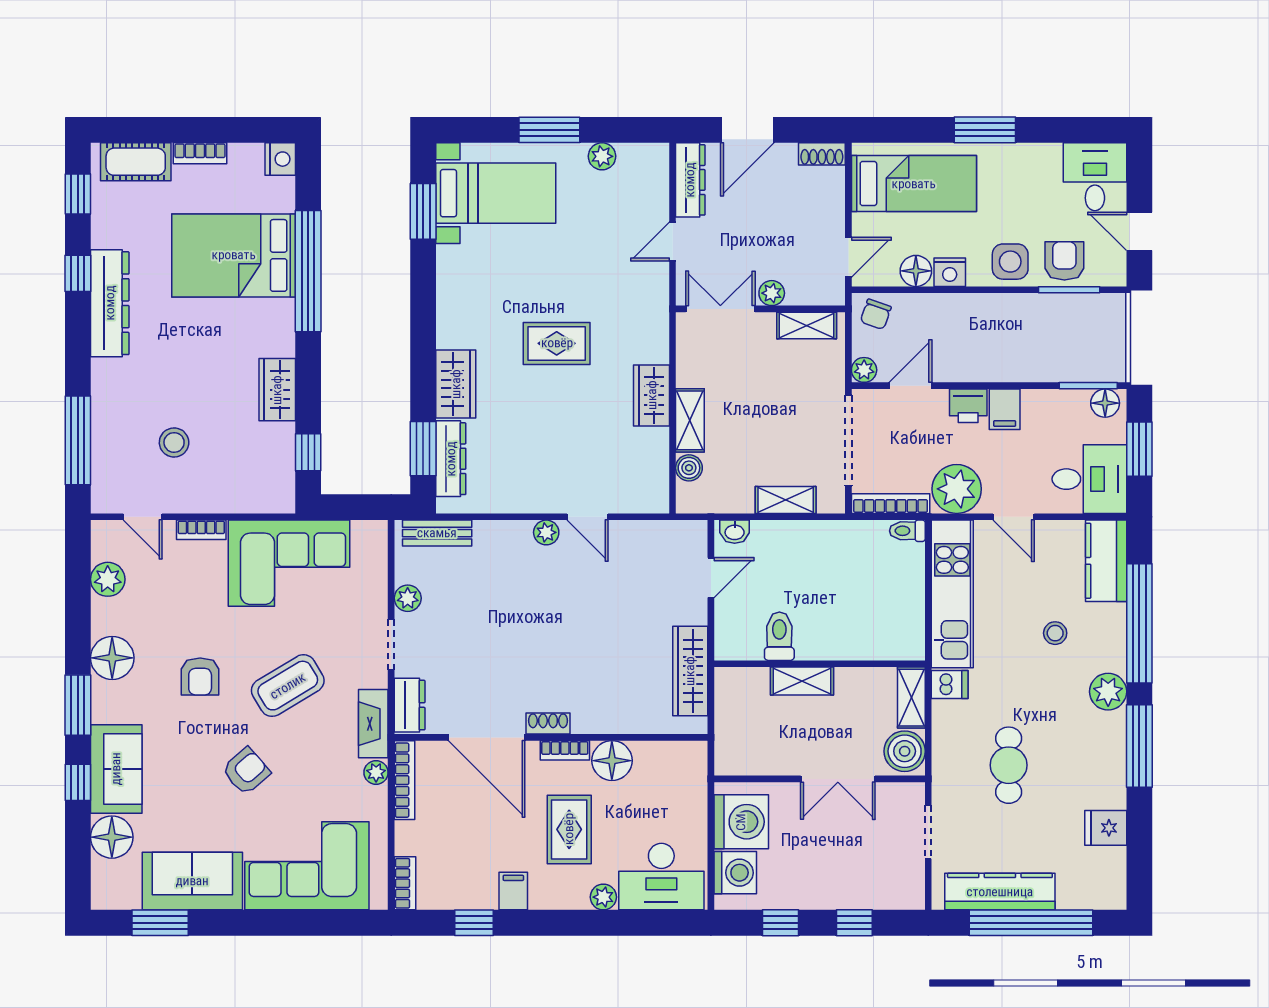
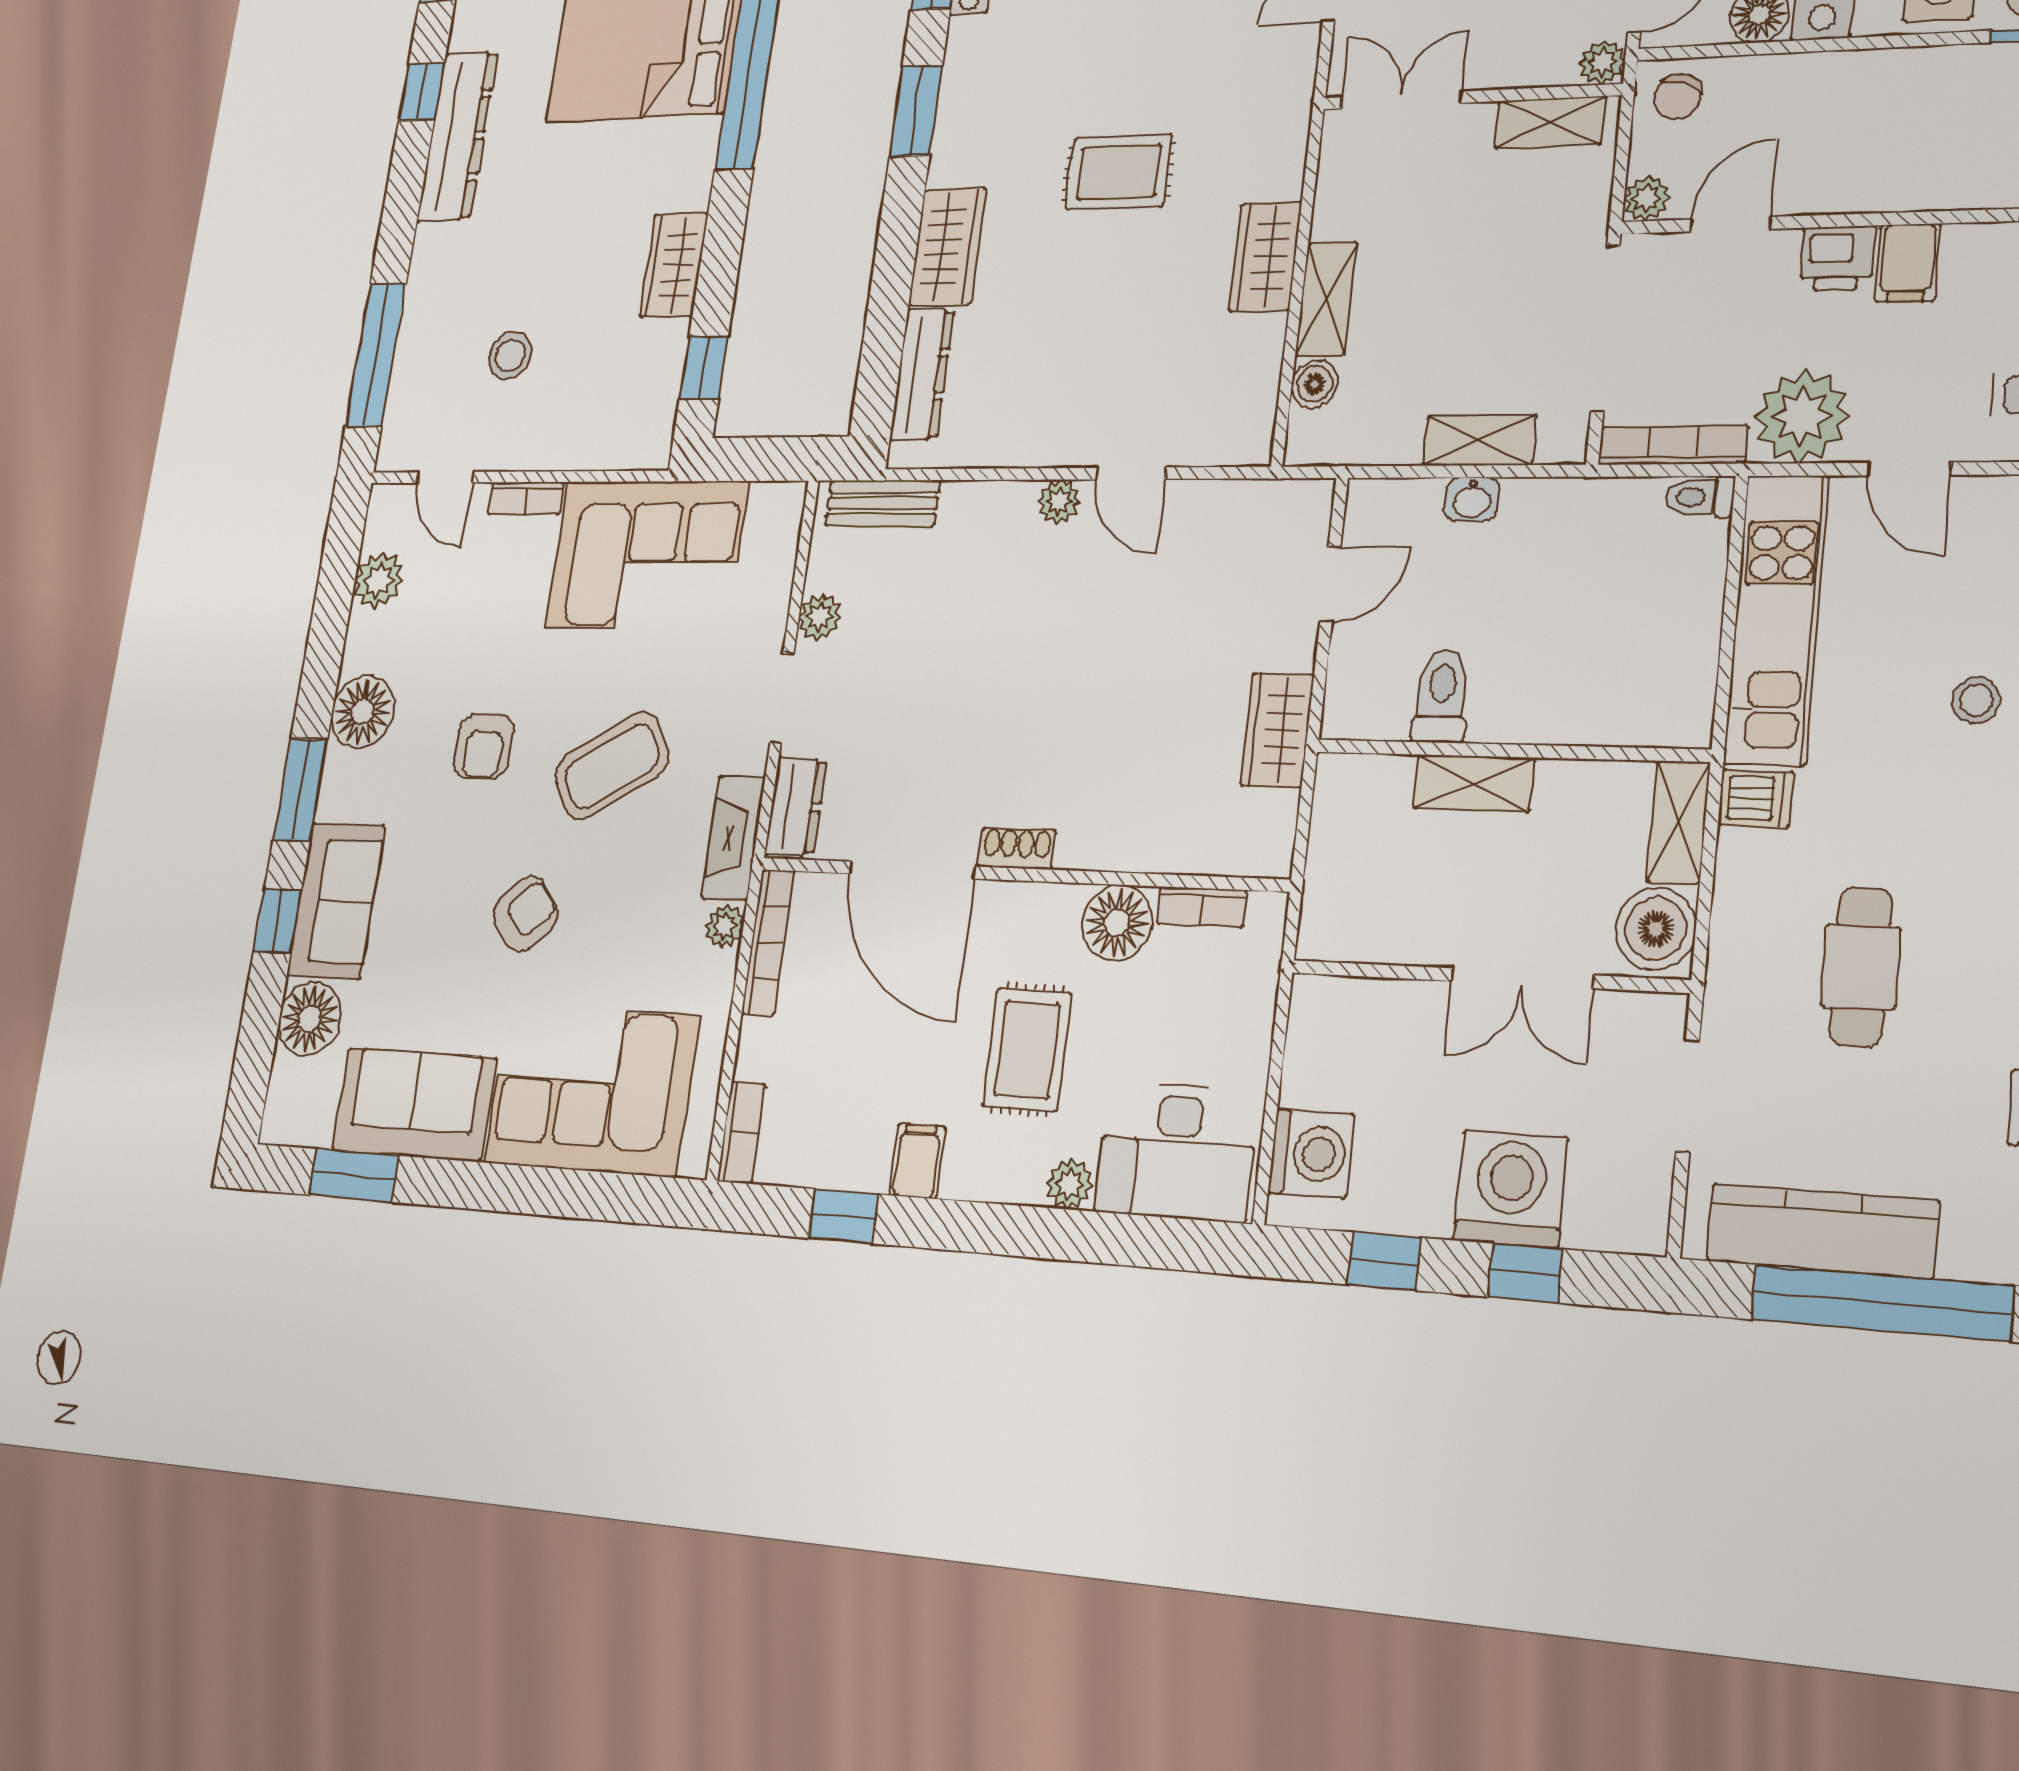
plant: (772, 293) -> (1603, 62), moved
window: (423, 449) -> (916, 111), moved
washbasin: (735, 532) -> (1472, 499), moved
wardrobe: (690, 671) -> (1277, 730), width x0.67
bookcase: (565, 750) -> (1202, 907), moved
washing machine: (741, 822) -> (1511, 1189), moved, turned -90

